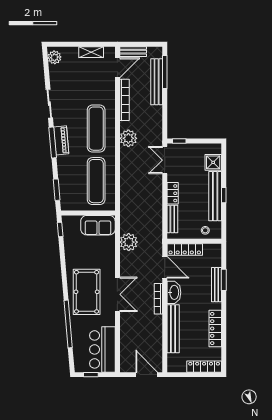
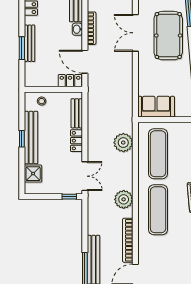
plant: (129, 242) -> (123, 143), moved
locker: (185, 249) -> (70, 81), width x0.66
washbasin: (174, 292) -> (77, 29), width x0.52, depth x0.69

